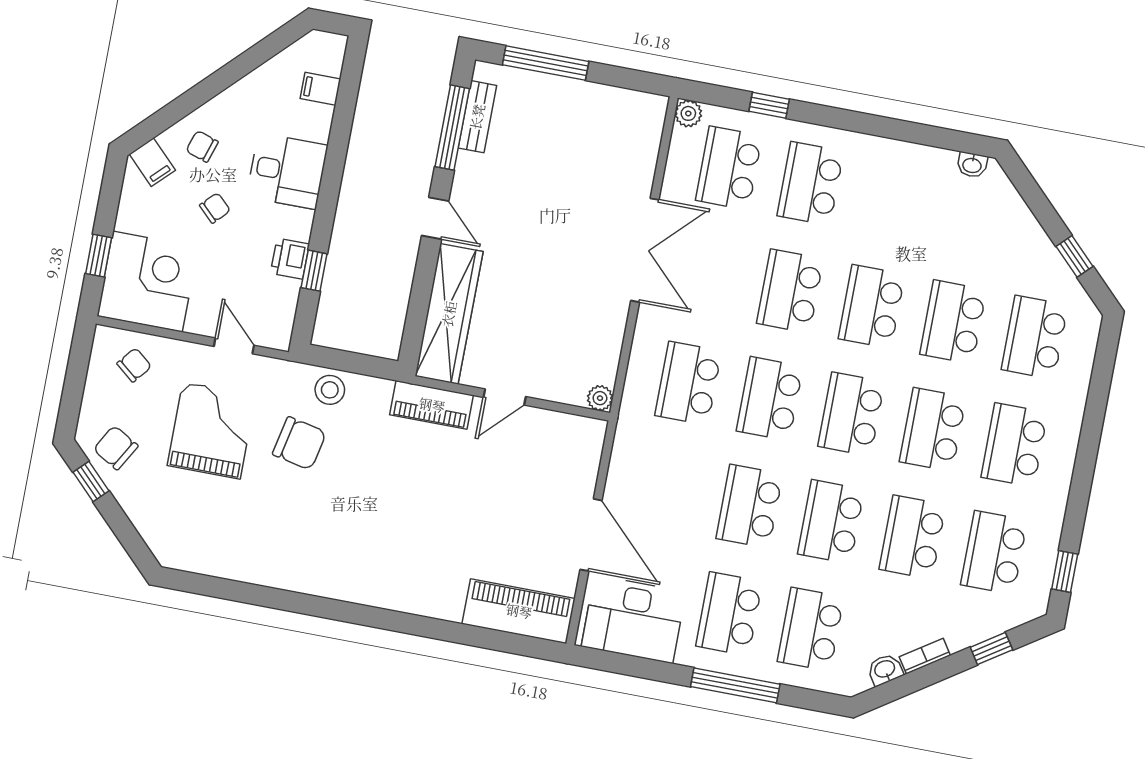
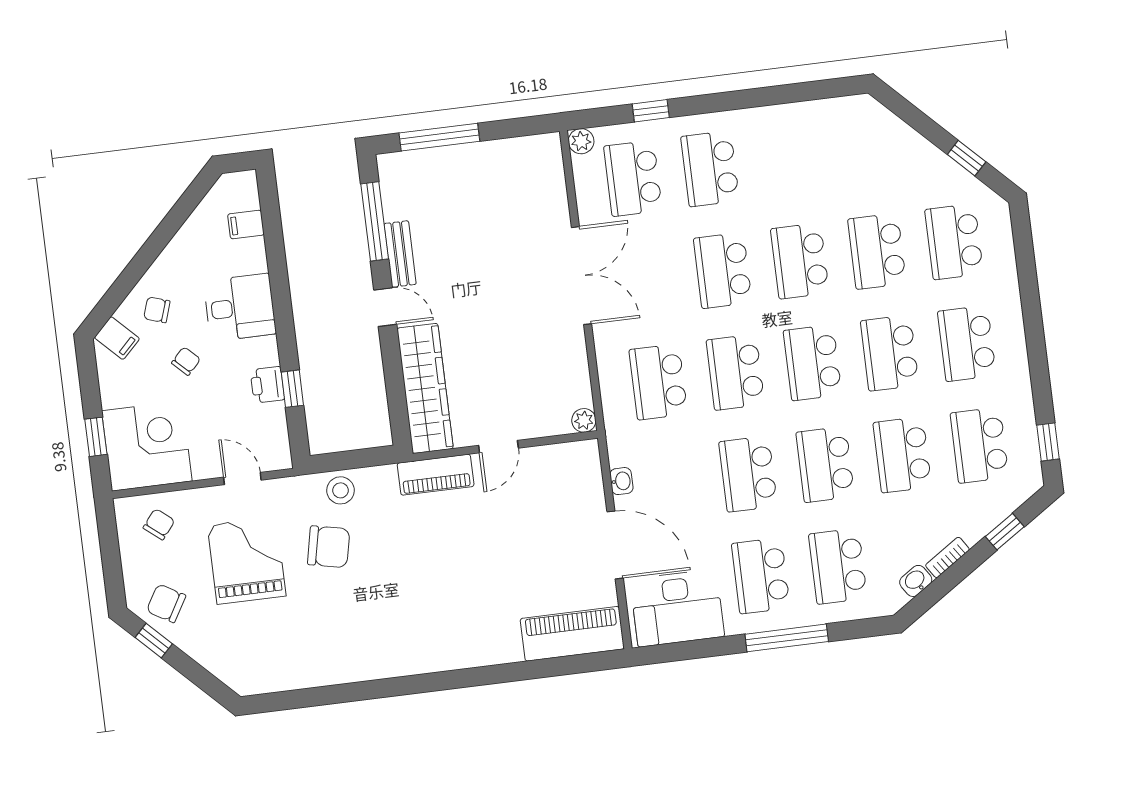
bench: (477, 117) -> (400, 254), moved
washbasin: (972, 165) -> (621, 481), moved, turned -90

